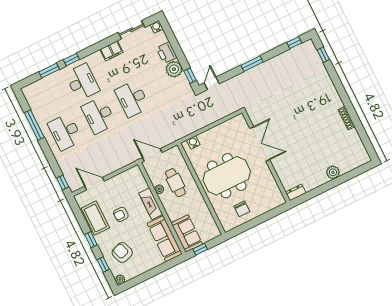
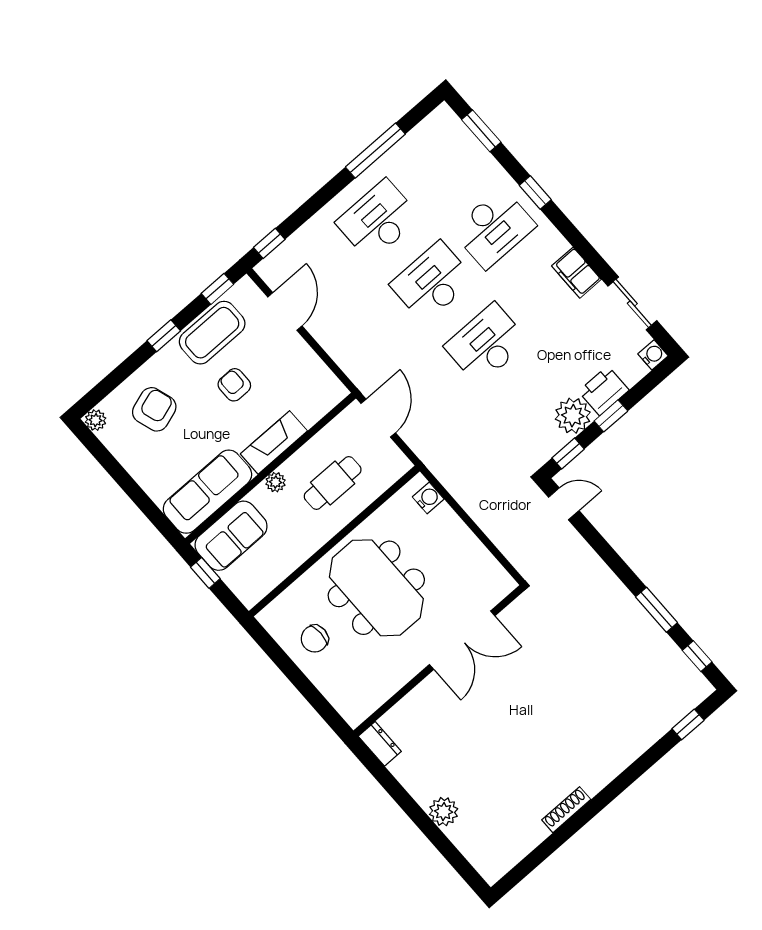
window: (179, 52) -> (611, 416), added
window: (252, 64) -> (656, 610), moved
window: (49, 71) -> (481, 131), moved
plant: (159, 189) -> (276, 482), moved
window: (103, 264) -> (217, 289), moved

